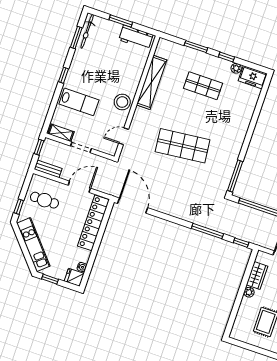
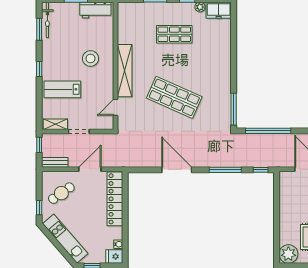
shelving: (152, 82) -> (125, 71), moved
lab bench: (79, 102) -> (62, 89), turned 180
stool: (122, 102) -> (90, 58), moved
shop shelf: (183, 146) -> (174, 97), turned 30
cafe table: (44, 200) -> (61, 193), turned -35
door: (133, 206) -> (177, 170), moved
wardrobe: (257, 275) -> (286, 196), removed
plant: (249, 292) -> (288, 254), moved, width x1.87, depth x1.87

